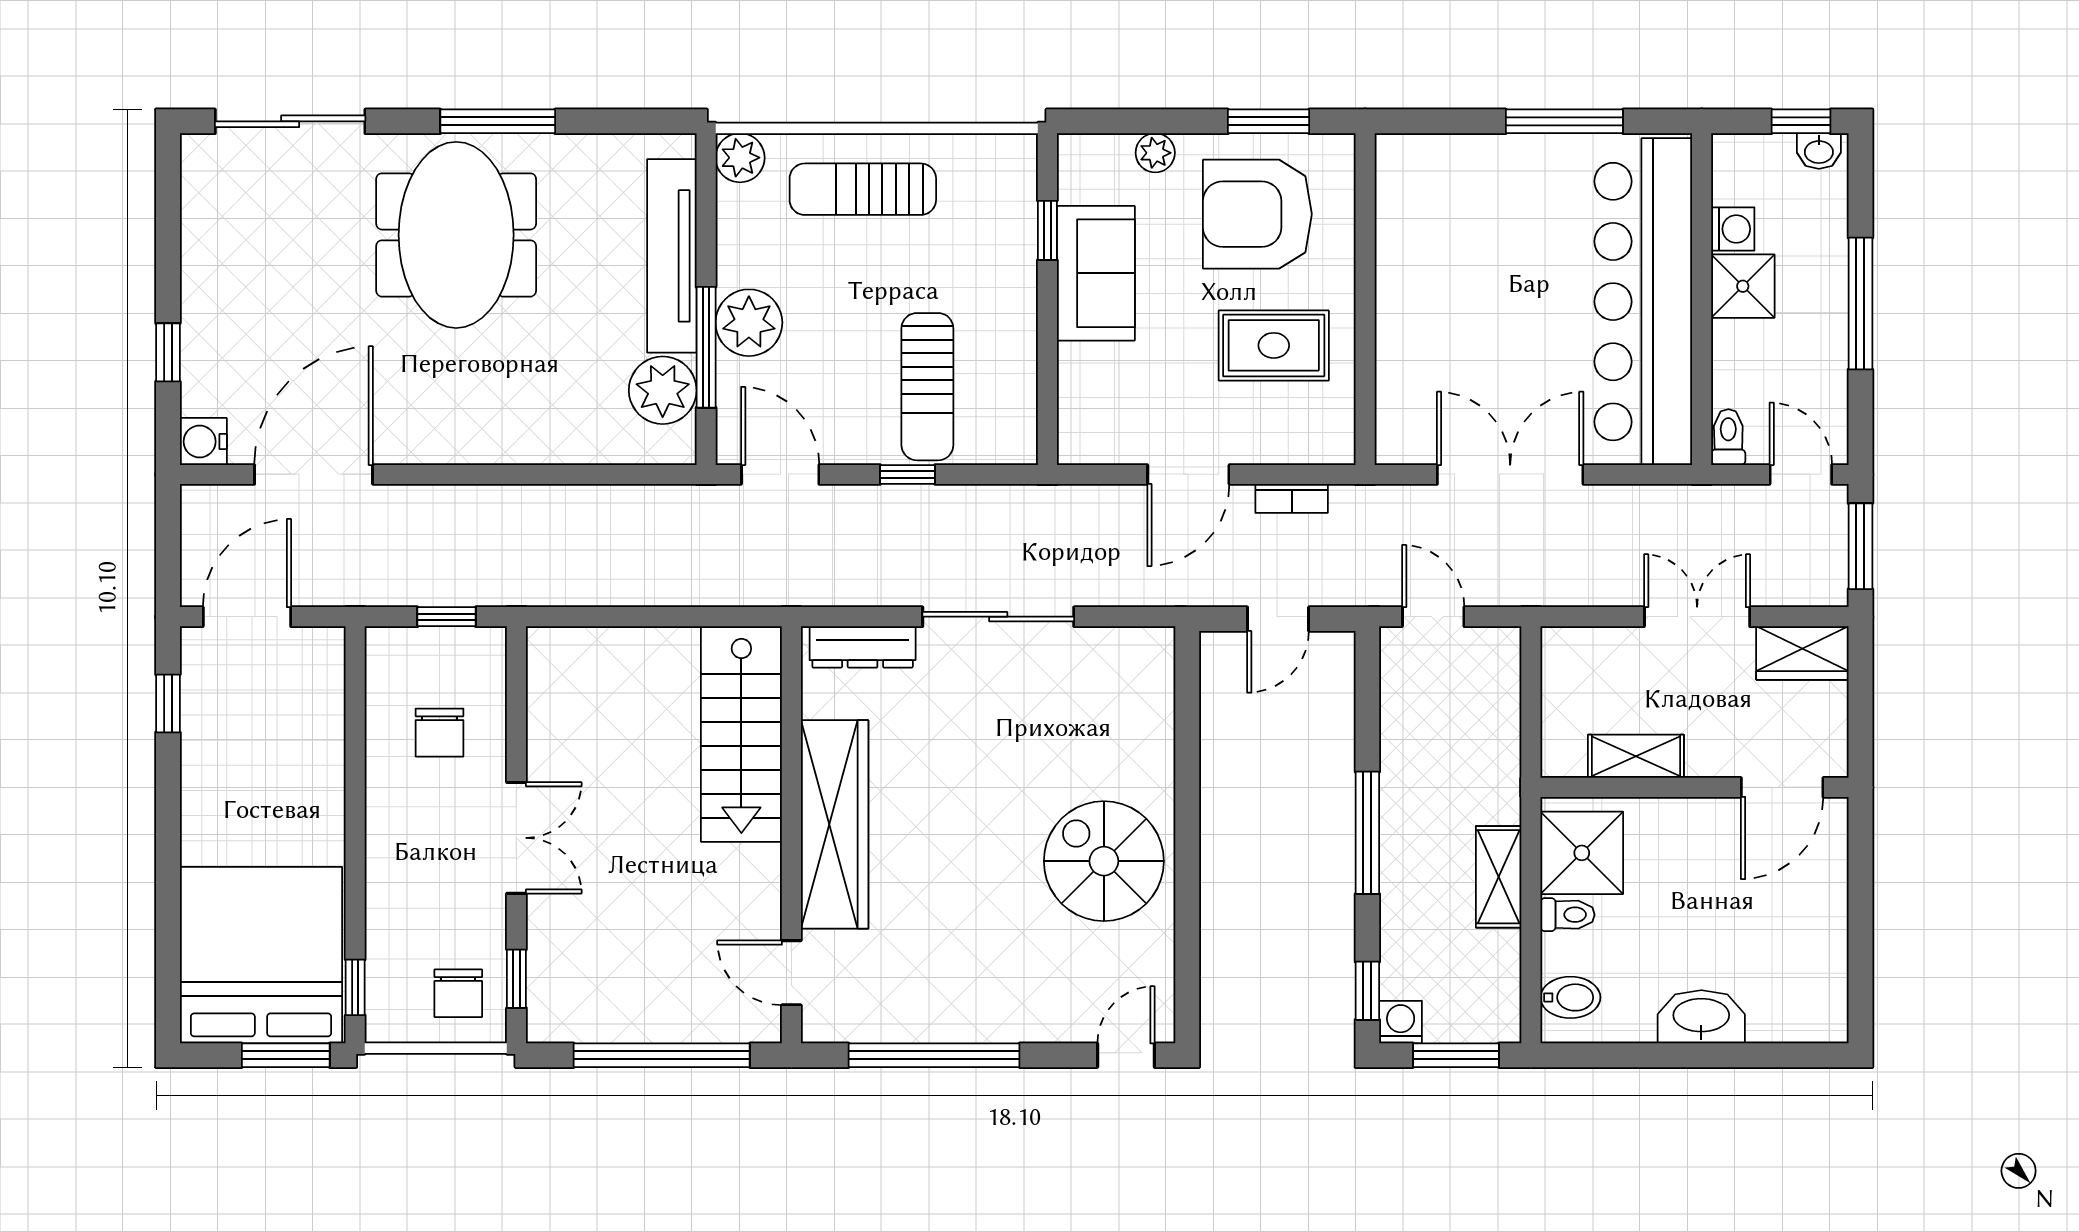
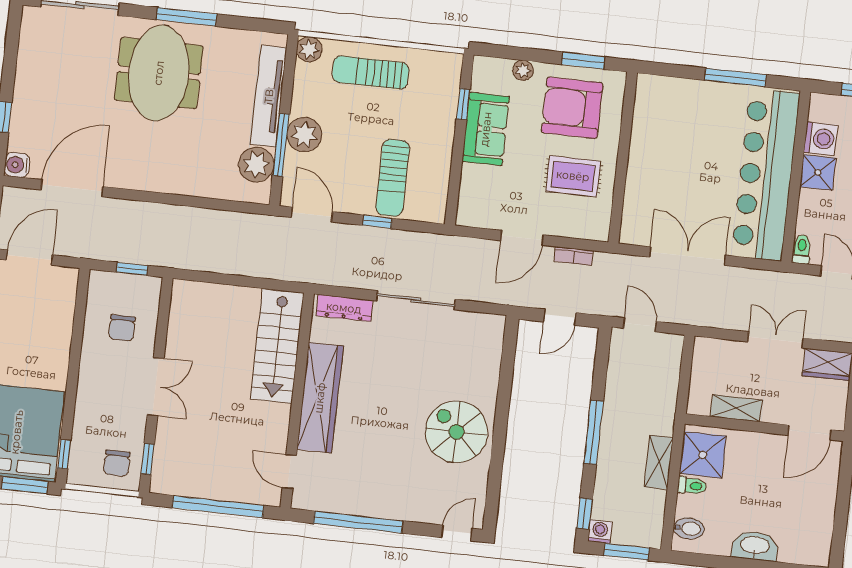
washing machine: (1733, 229) -> (821, 139), width x1.38, depth x1.38

